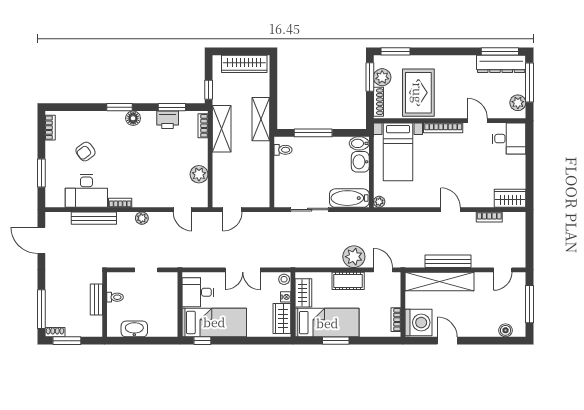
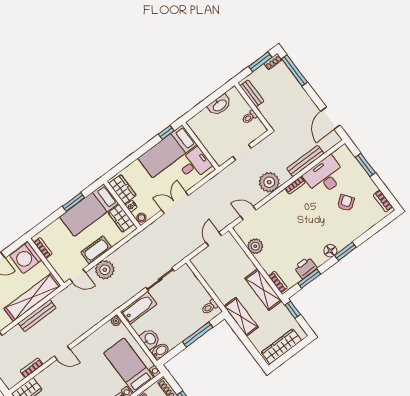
plant: (142, 218) -> (269, 182), width x1.88, depth x1.88
door: (41, 240) -> (330, 118), swing flipped
bench: (96, 300) -> (252, 93), moved

